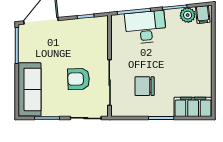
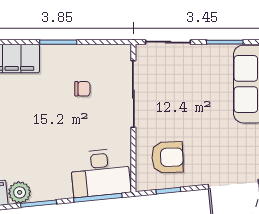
desk: (145, 27) -> (100, 173), moved
armchair: (79, 79) -> (167, 157), moved
chair: (145, 86) -> (82, 89), width x0.54, depth x0.54

